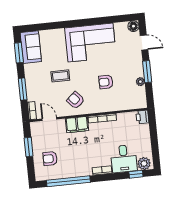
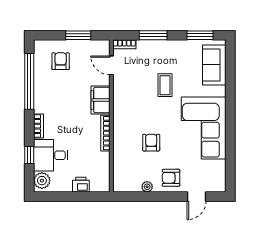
floor lamp: (133, 26) -> (219, 185), removed
sofa: (31, 47) -> (214, 65), moved, turned 90
window: (147, 72) -> (159, 197), removed
armchair: (75, 100) -> (171, 178), moved, turned -139
printer: (142, 117) -> (81, 185), moved
door: (49, 119) -> (111, 65), swing flipped
window: (136, 174) -> (29, 155), moved

